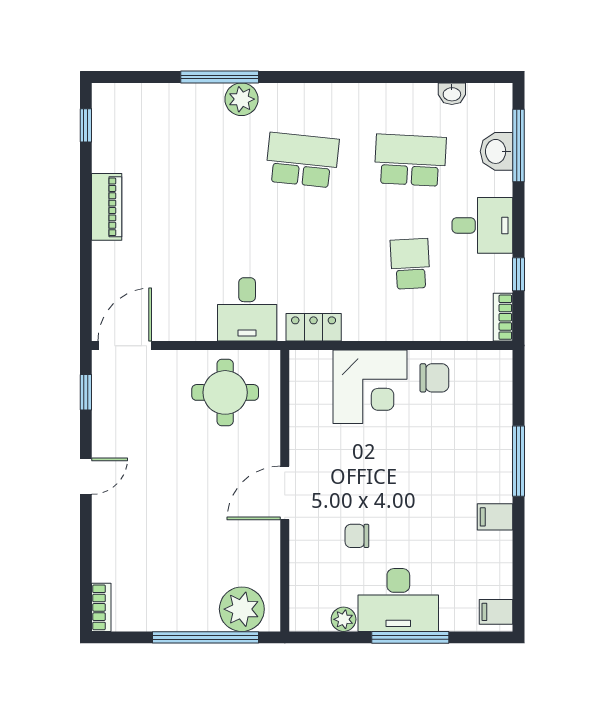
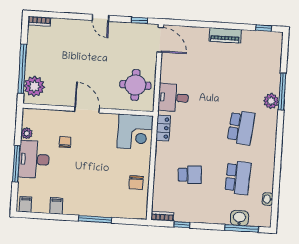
desk: (482, 225) -> (205, 209), removed
corner desk: (370, 387) -> (135, 132), moved, turned -90
filing cabinet: (495, 517) -> (56, 206), moved

